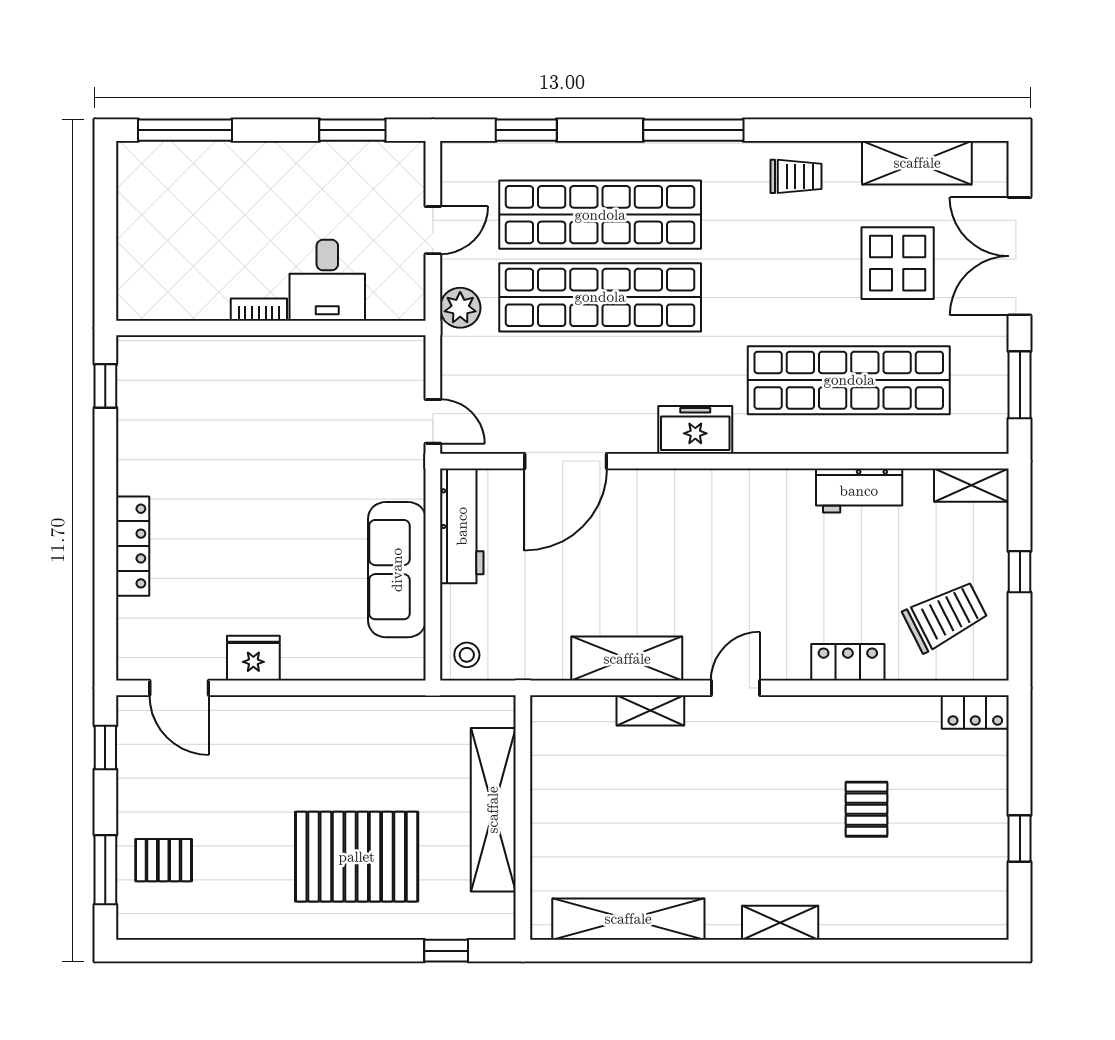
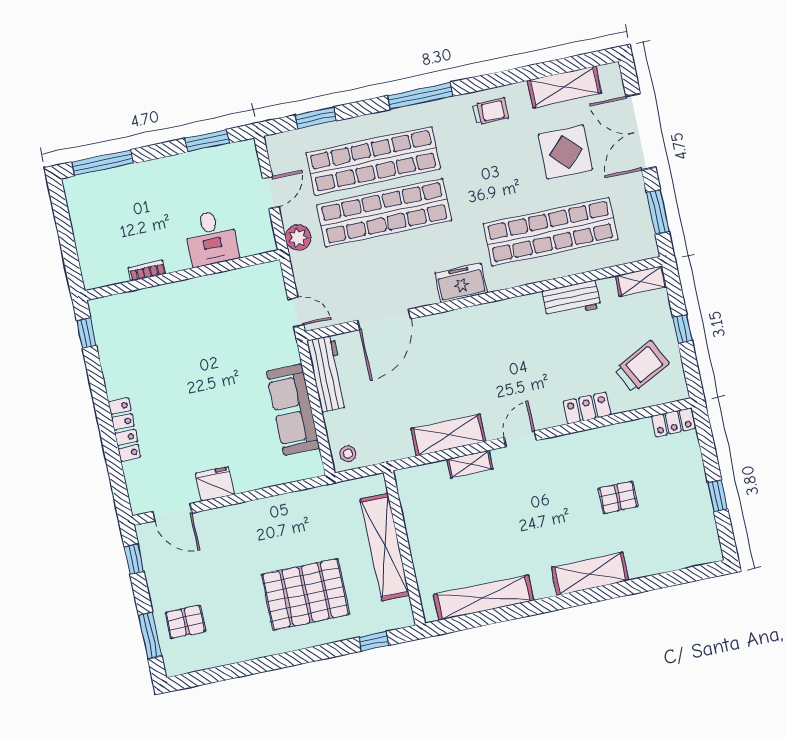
bookcase: (259, 310) -> (147, 271), moved
pallet: (867, 809) -> (618, 497), turned 90
shelving: (780, 923) -> (590, 574), width x1.50, depth x1.33

